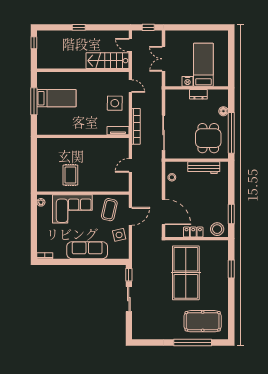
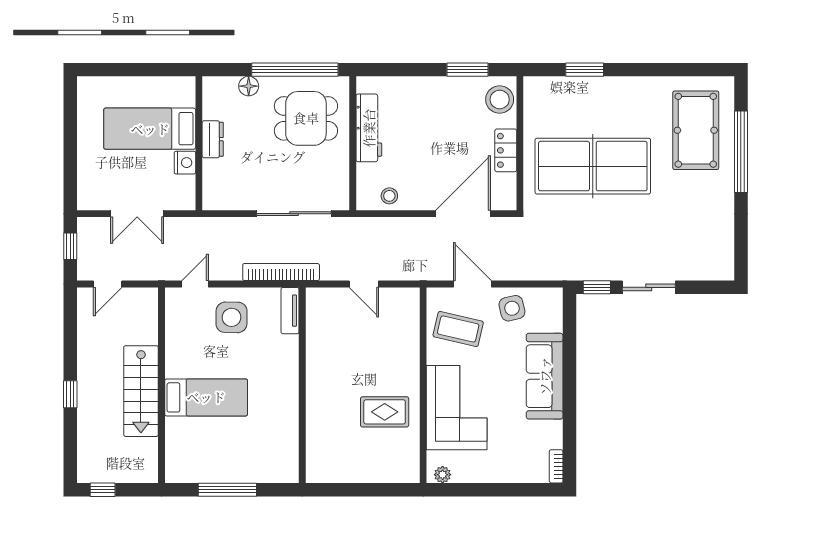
stairs: (108, 61) -> (141, 391), moved
bed: (56, 98) -> (206, 397), moved, turned 90

